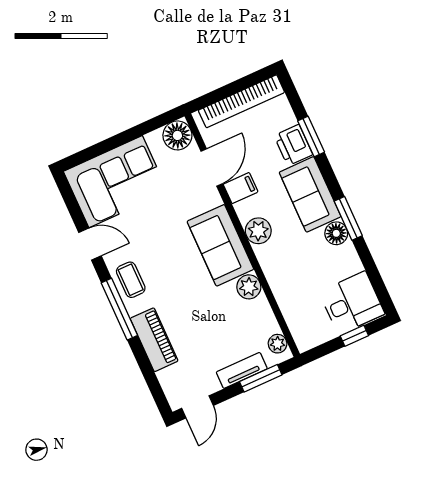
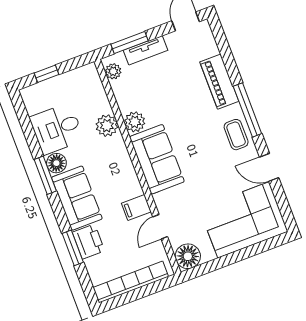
door: (212, 167) -> (160, 227), width x0.73
plant: (258, 231) -> (107, 126), moved
desk: (352, 303) -> (57, 129), moved

